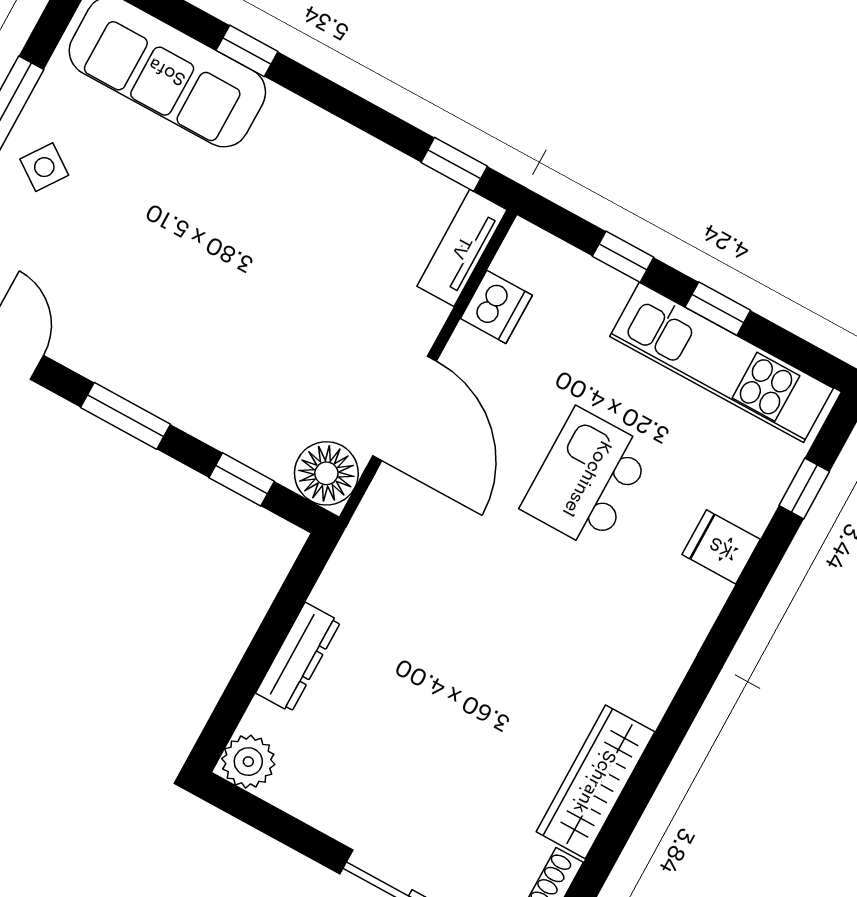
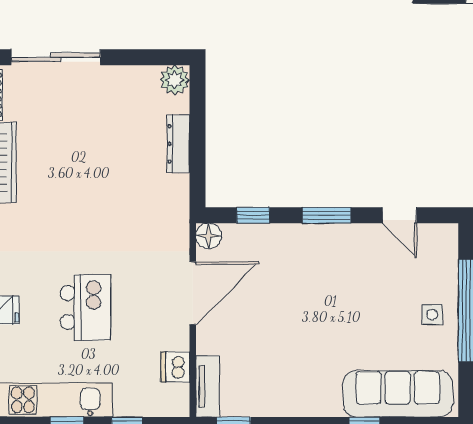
side table: (44, 167) -> (432, 315), turned -35
door: (405, 408) -> (193, 293), swing flipped
floor lamp: (326, 473) -> (209, 236), width x0.73, depth x0.73

